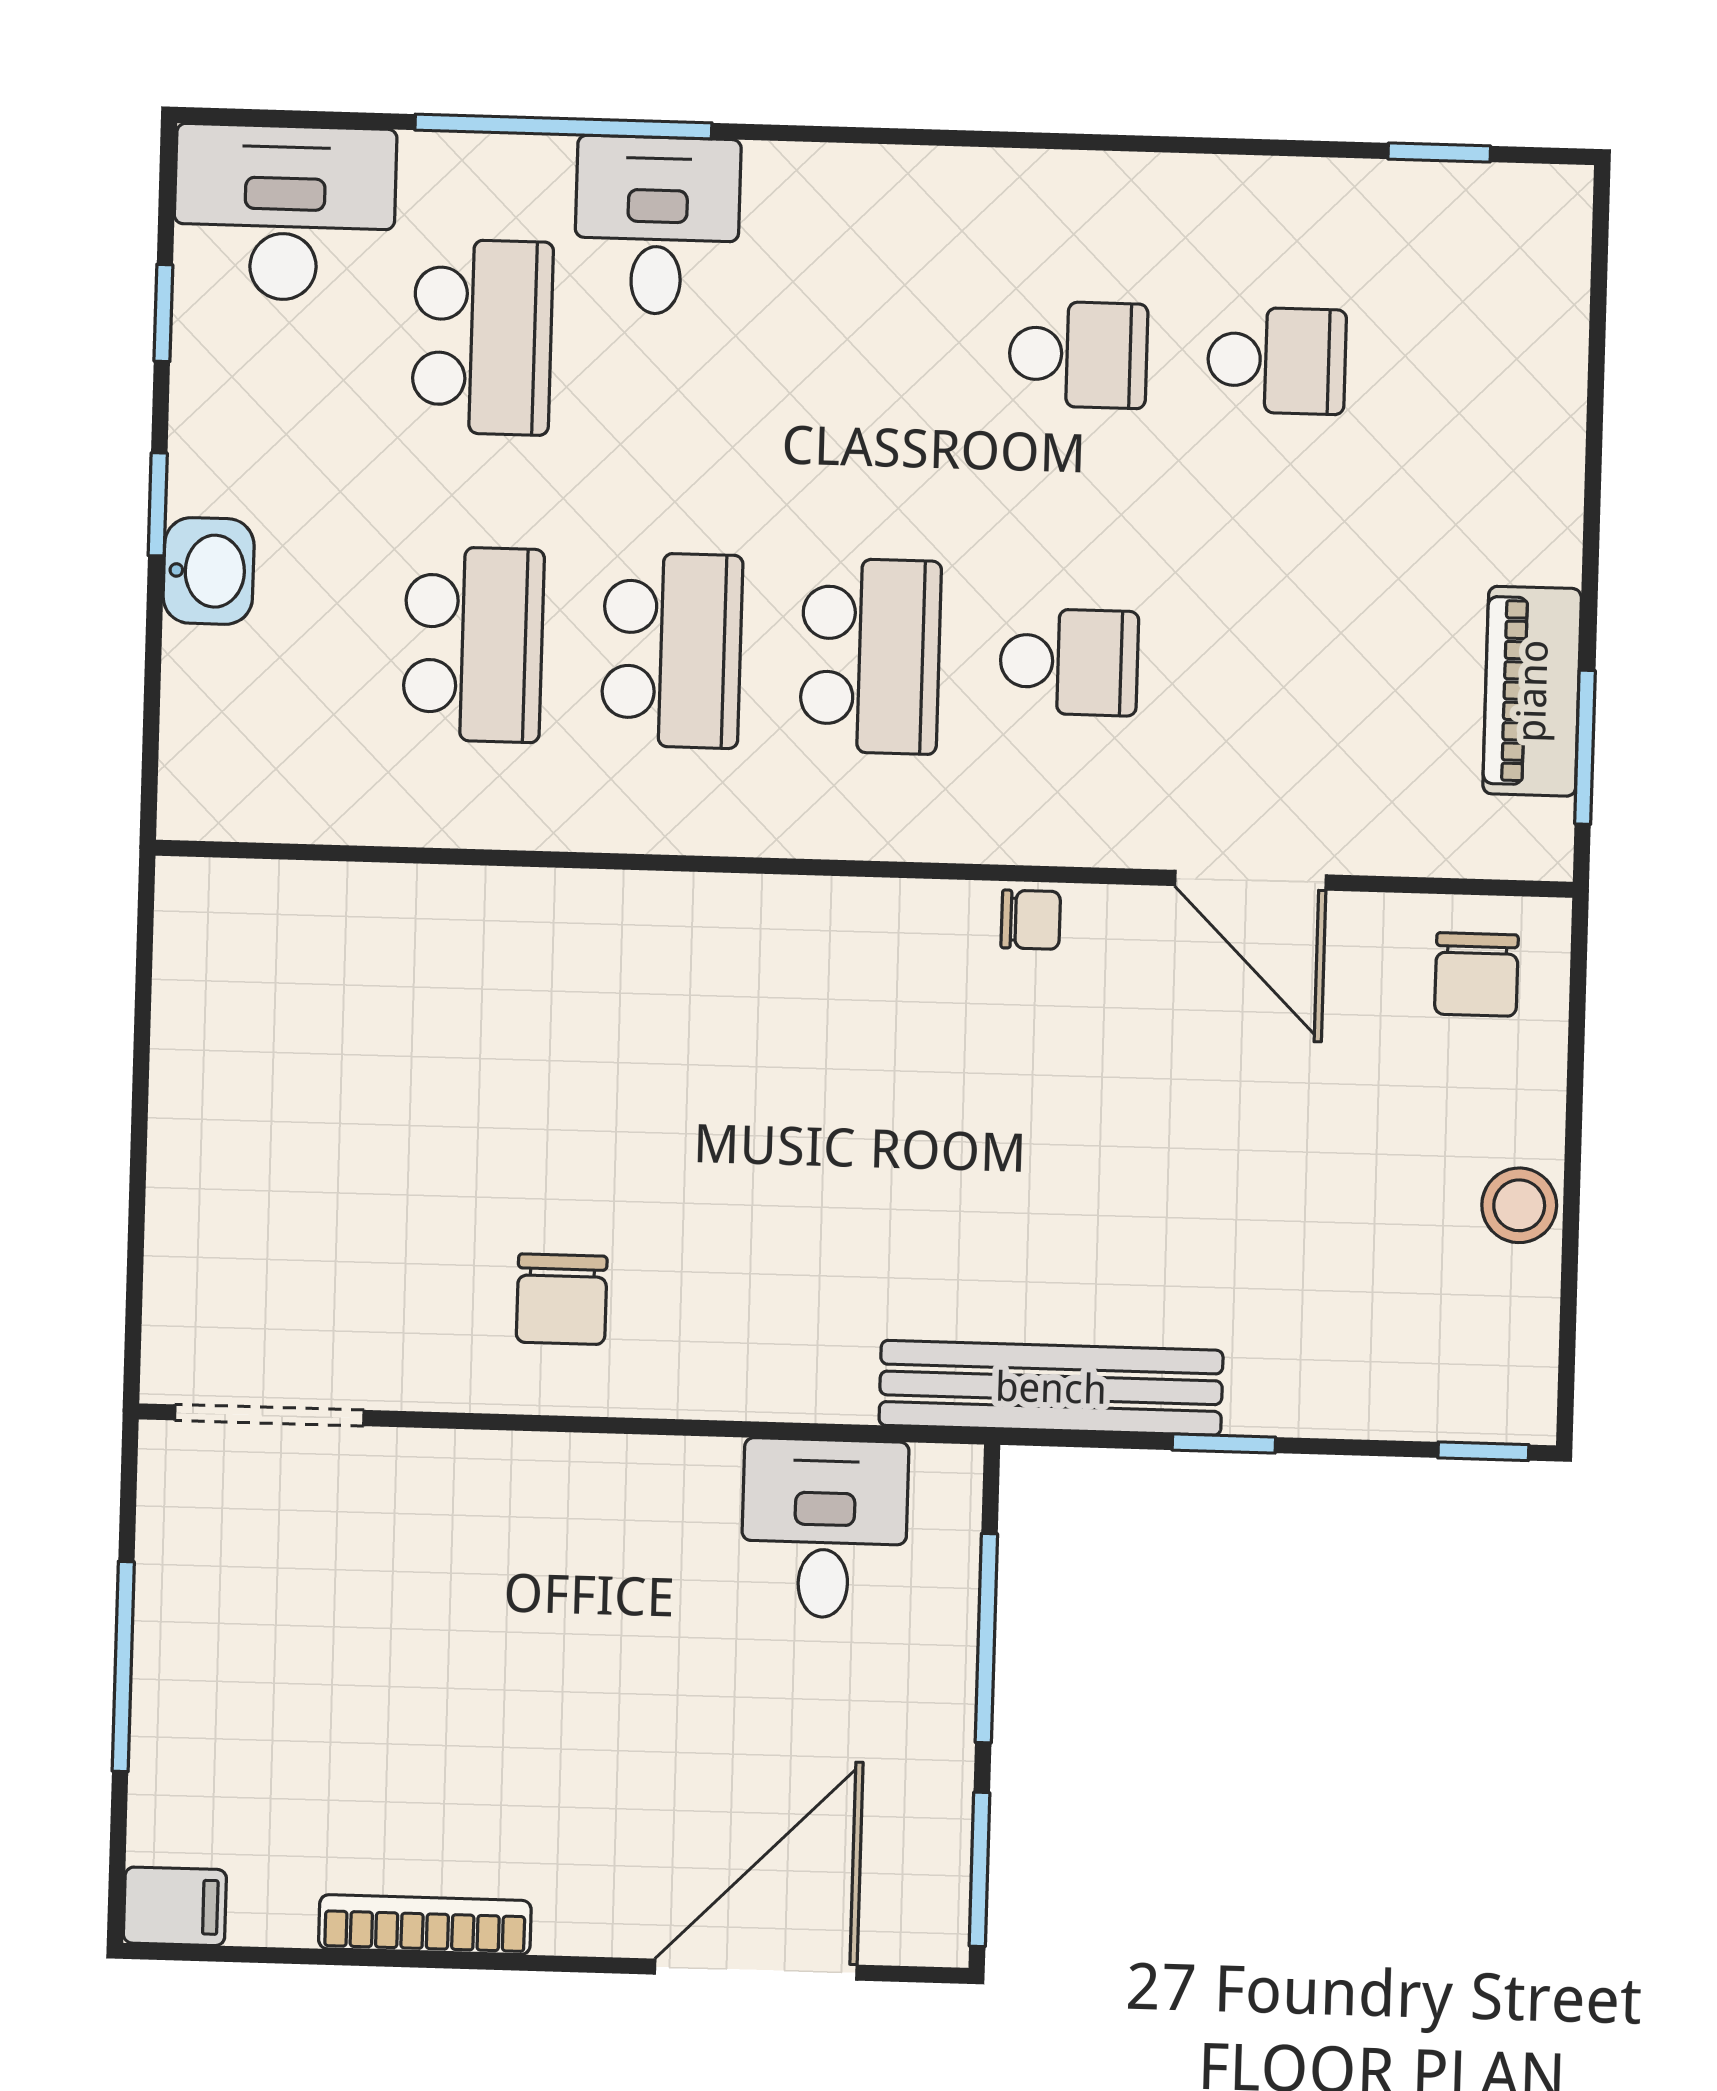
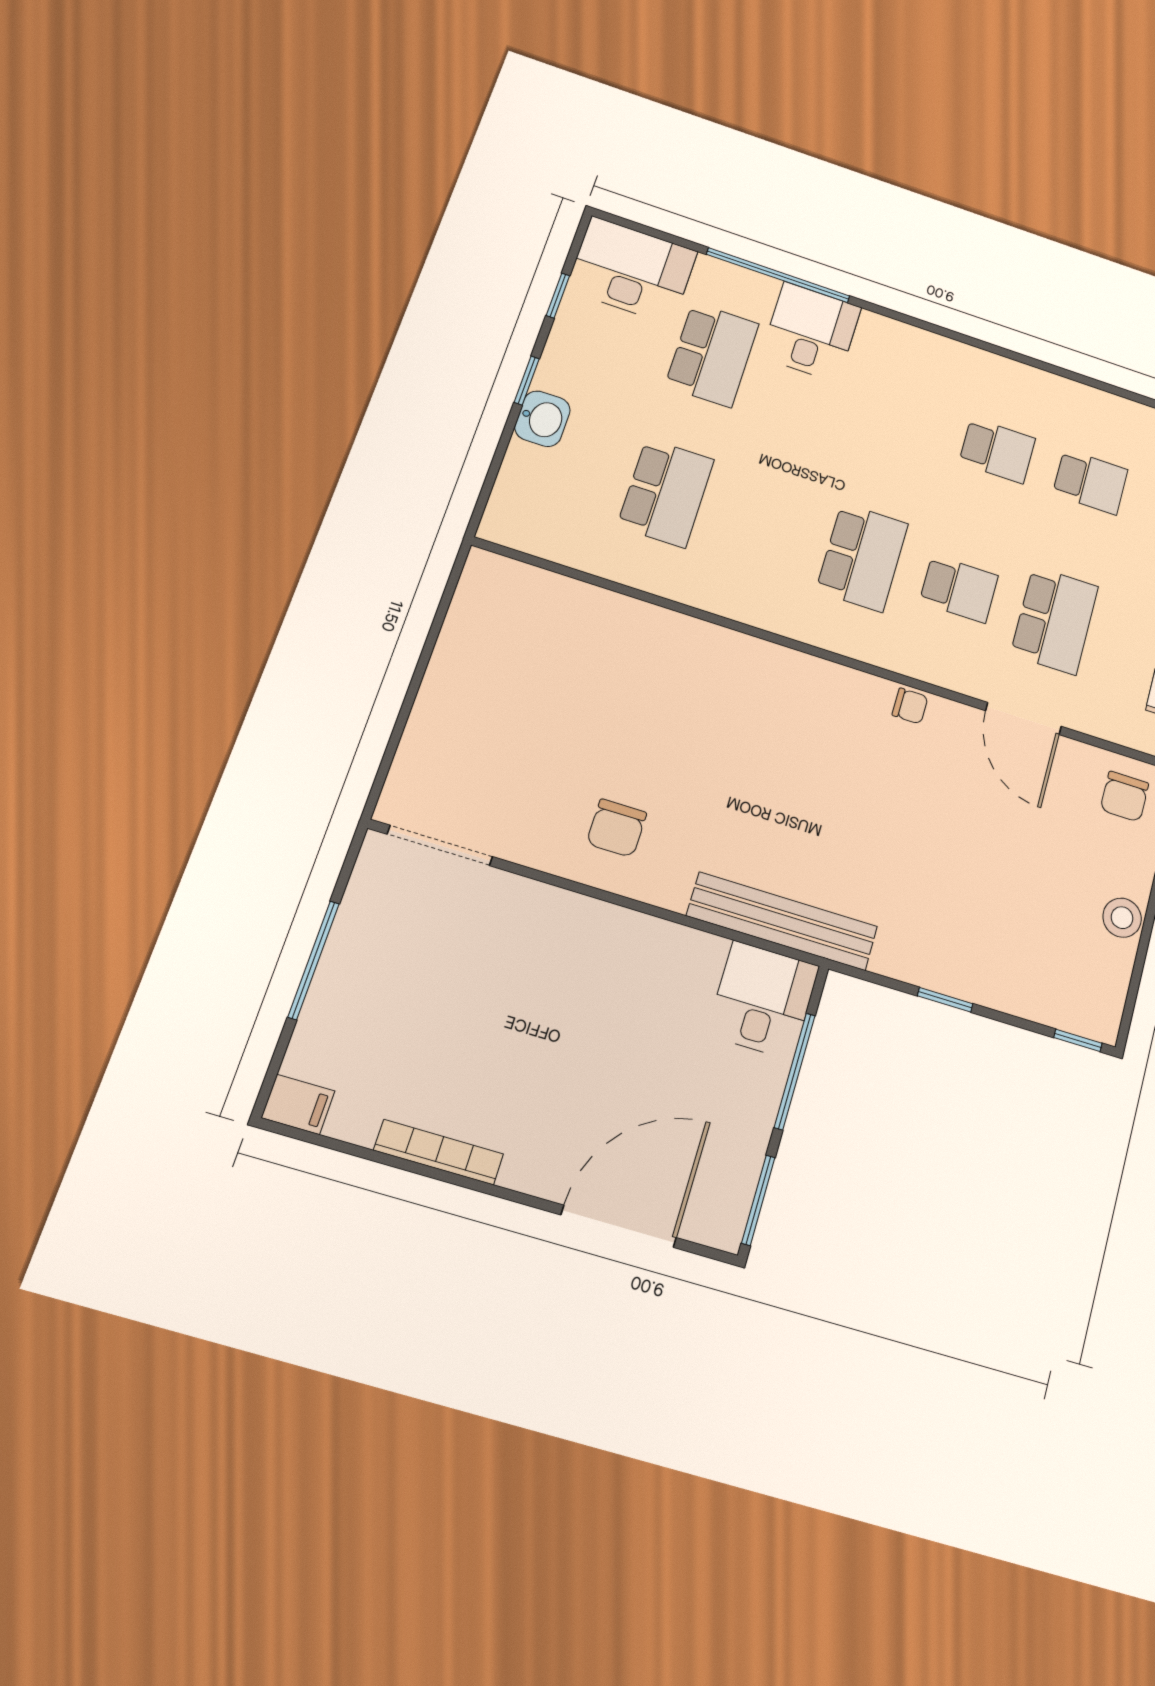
school desk: (672, 650) -> (1055, 620), moved
bench: (1051, 1388) -> (782, 921), moved
desk: (824, 1528) -> (763, 1000), moved

